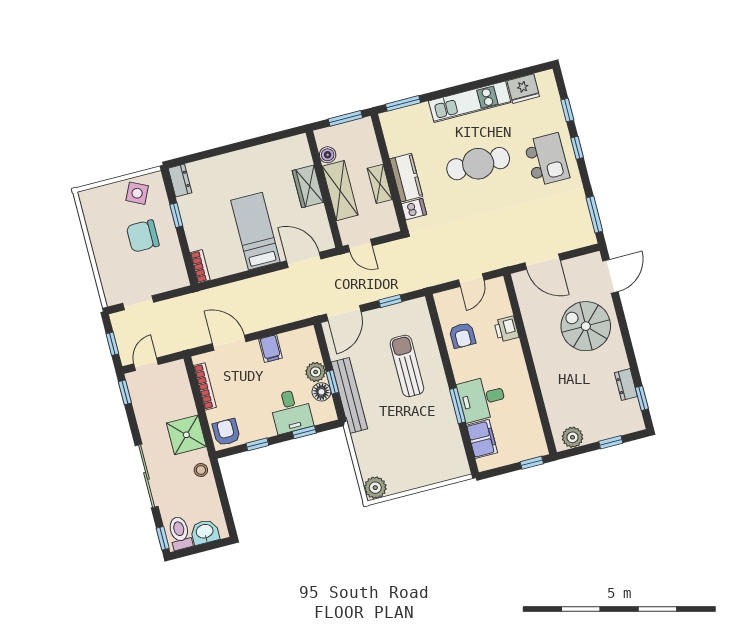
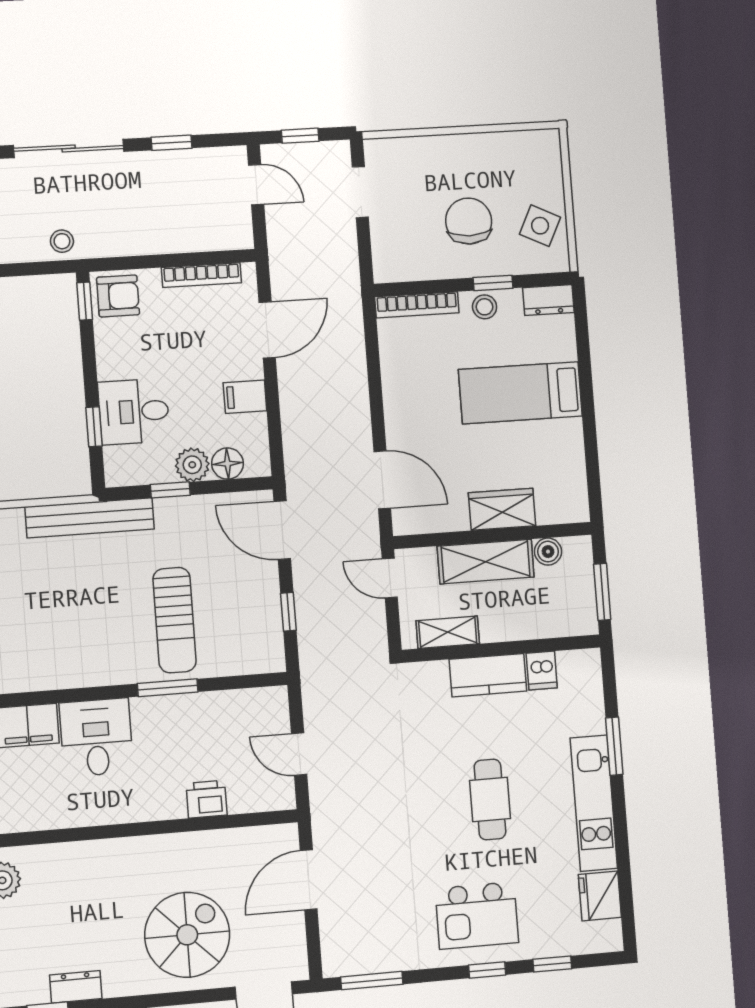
window: (403, 103) -> (614, 746), moved
cafe table: (478, 164) -> (490, 799), width x0.73, depth x0.74
shelving: (380, 184) -> (448, 632), moved
dishwasher: (414, 209) -> (542, 670), moved
stool: (191, 218) -> (485, 307), added
bed: (255, 231) -> (520, 393), moved, turned 180
door: (360, 245) -> (390, 578), hinge flipped
door: (304, 260) -> (382, 480), hinge flipped
bookcase: (200, 266) -> (417, 305), width x1.56
armchair: (462, 335) -> (209, 723), removed
sun lounger: (407, 366) -> (175, 620), turned 90
window: (125, 392) -> (171, 143), moved
floor lamp: (321, 392) -> (228, 464), moved
bench: (349, 395) -> (90, 518), moved
window: (457, 406) -> (168, 688), moved
shower: (186, 435) -> (126, 228), removed
window: (257, 444) -> (85, 301), moved

